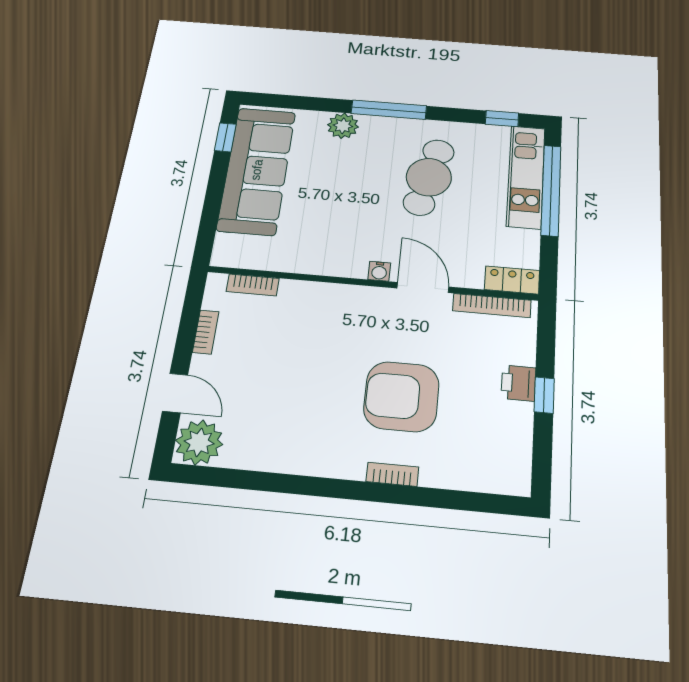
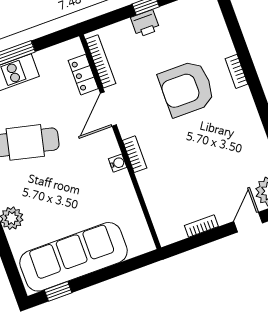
water cooler: (379, 271) -> (118, 163), moved
locker: (512, 280) -> (83, 75), moved
bookcase: (253, 285) -> (135, 154), moved
armchair: (401, 396) -> (187, 88), turned 90

